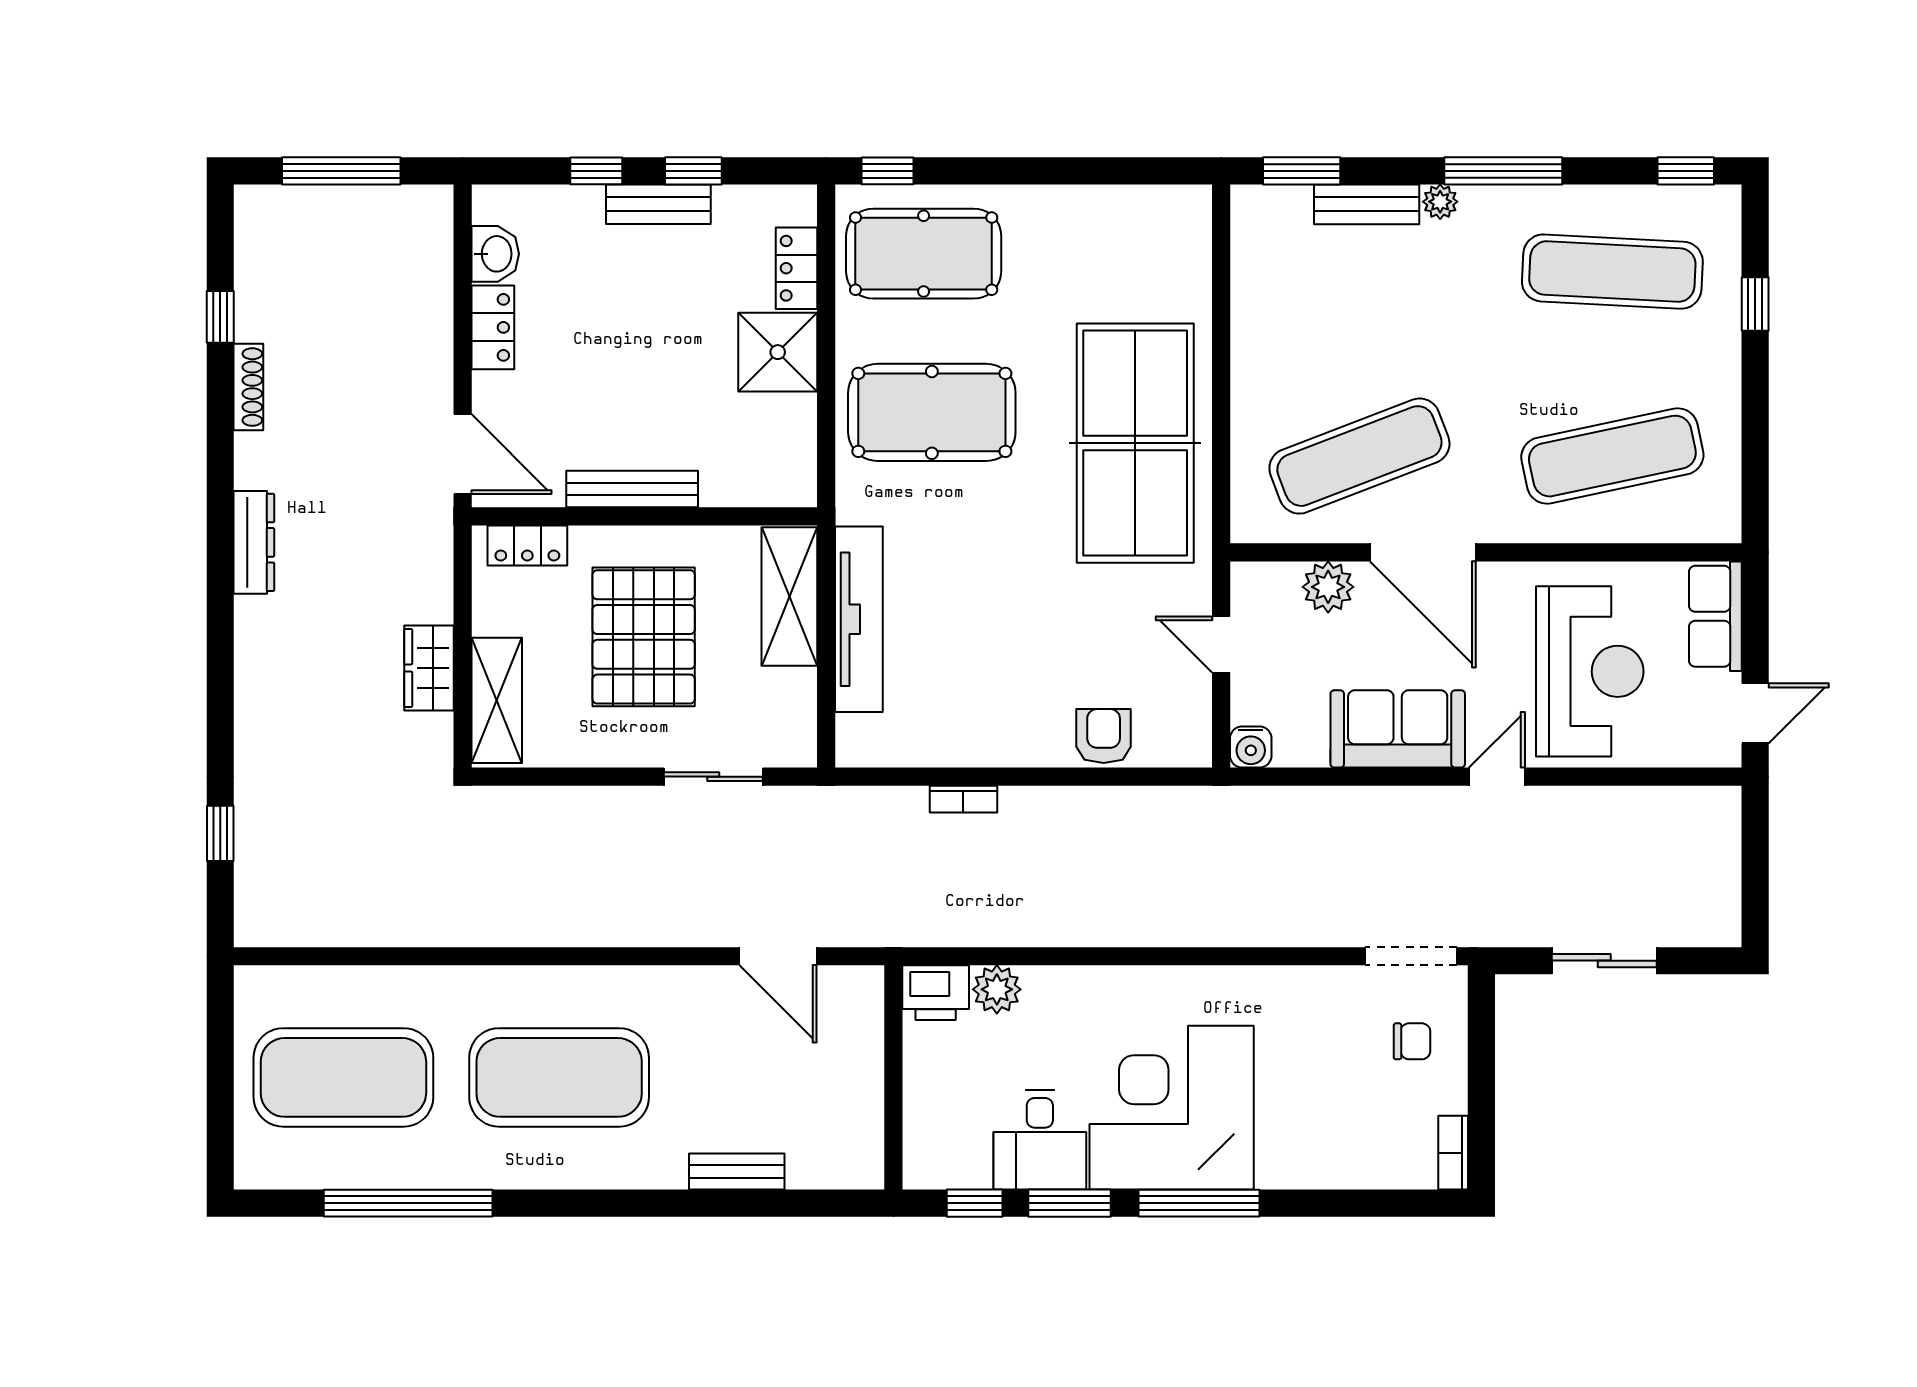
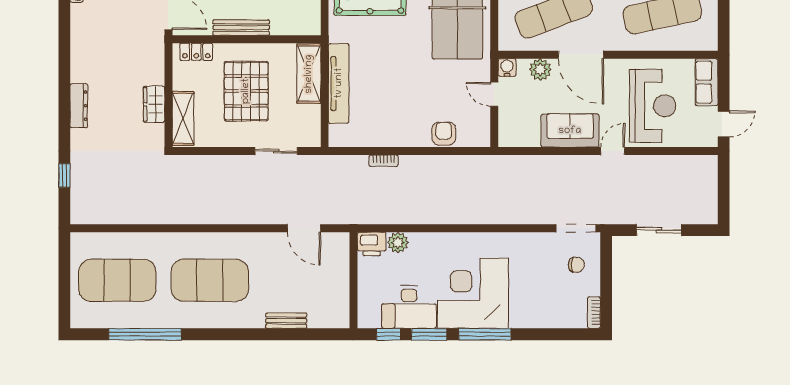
dresser: (254, 542) -> (79, 106), moved
water cooler: (1251, 747) -> (507, 67), moved, turned 180
desk: (1040, 1140) -> (409, 307), width x1.37

